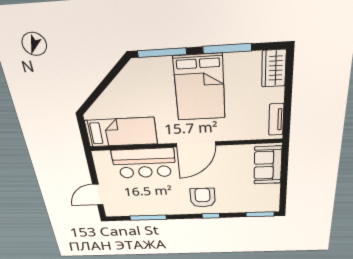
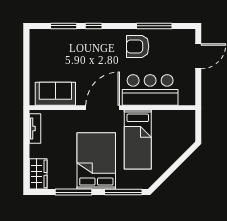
bed: (121, 132) -> (138, 139), moved, turned -90
sofa: (268, 165) -> (55, 94), moved, turned -90
armchair: (203, 198) -> (138, 46), moved, turned 90
window: (260, 214) -> (64, 26), moved

